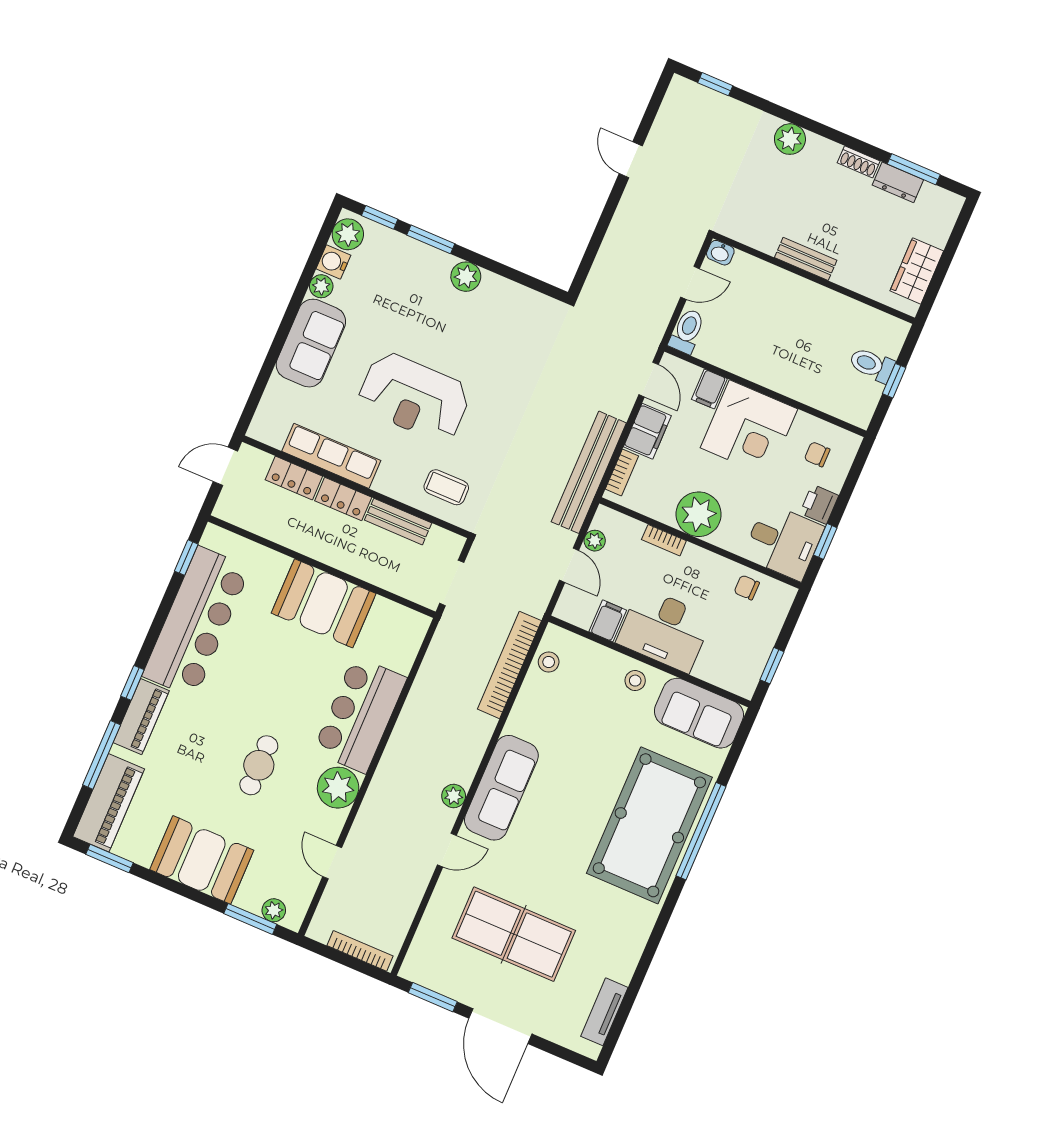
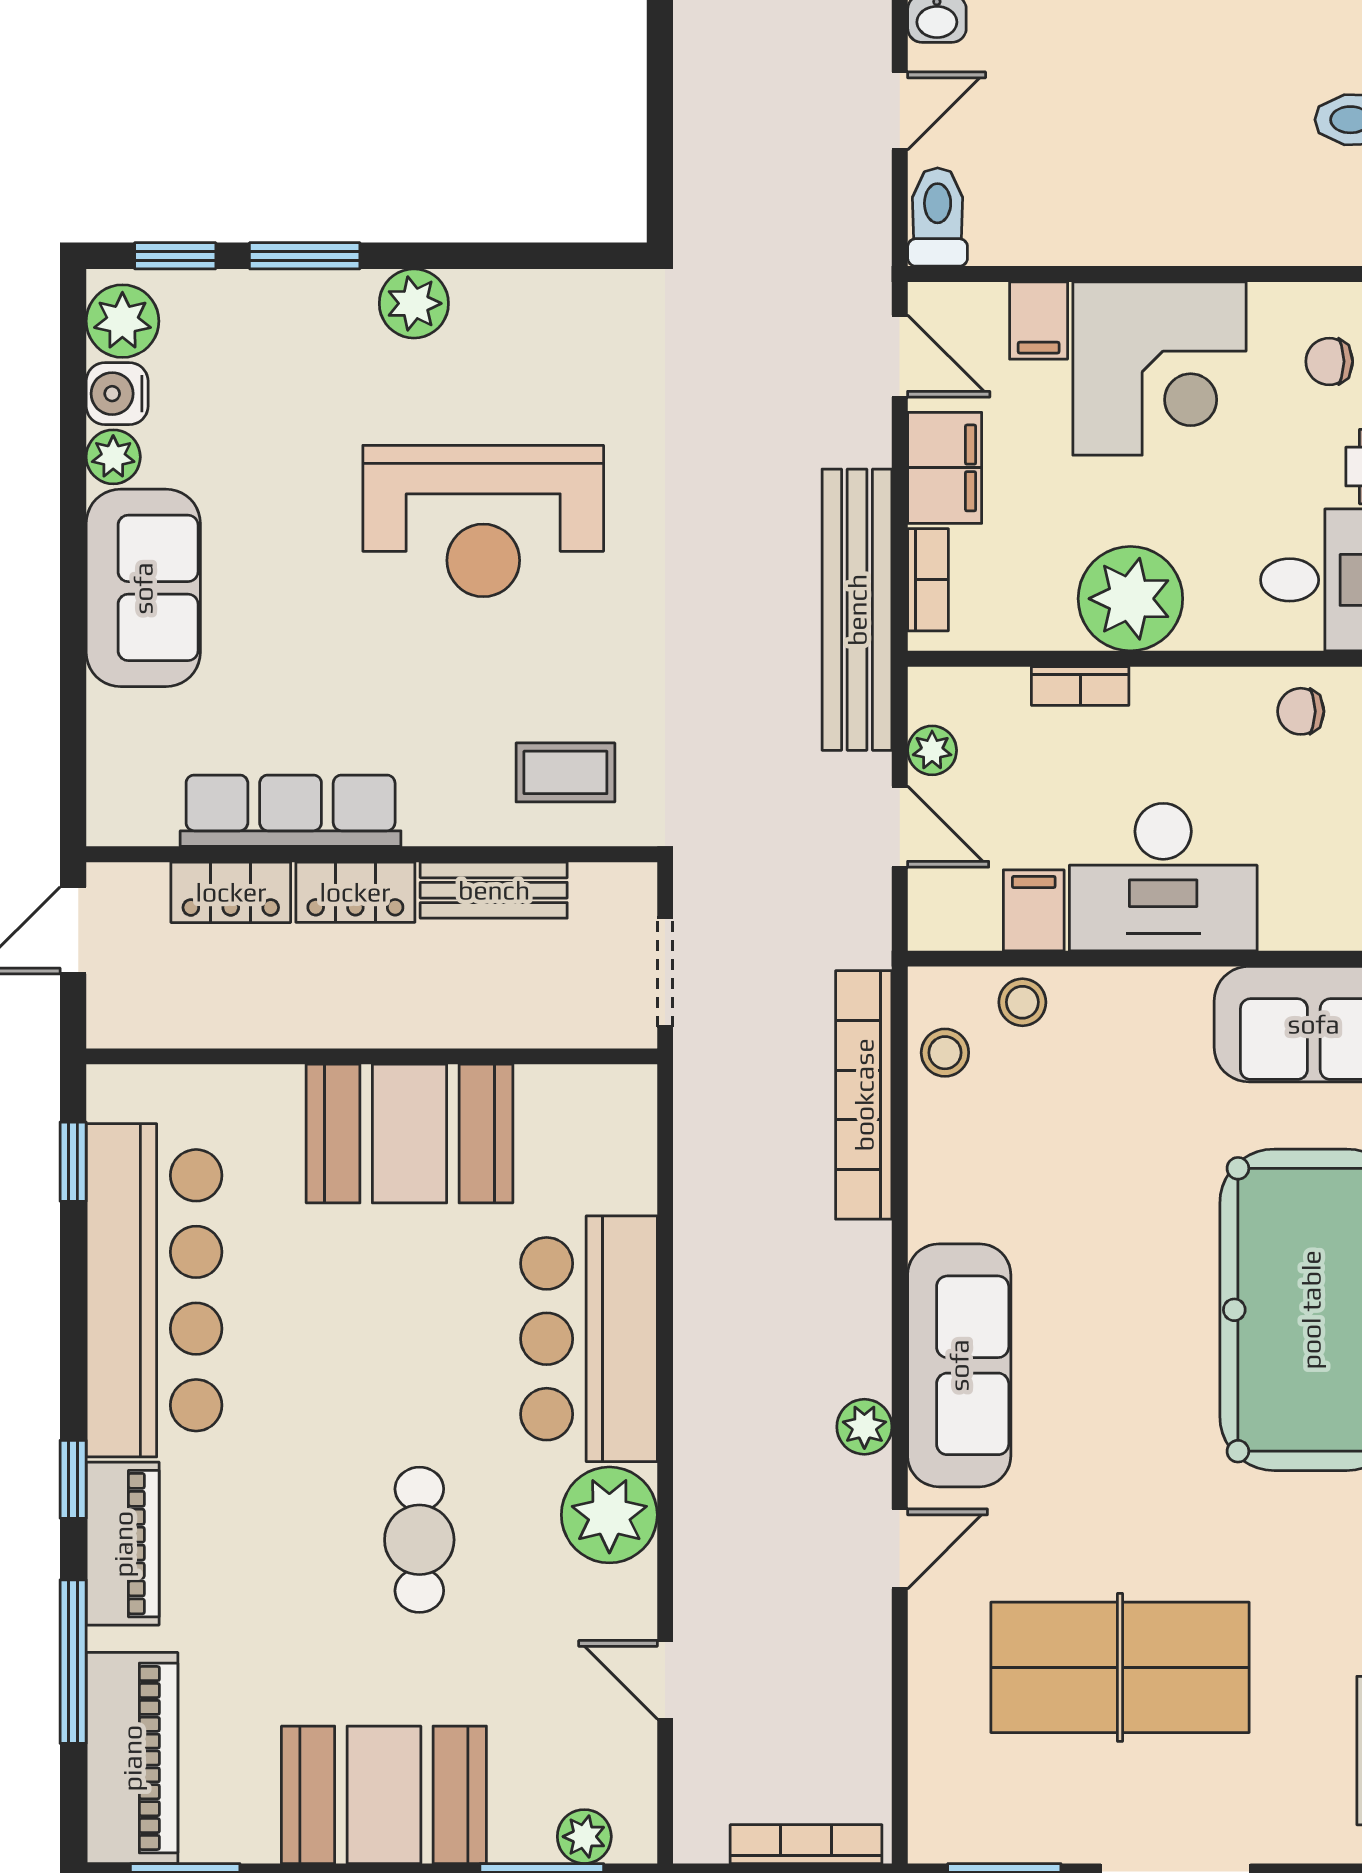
reception desk: (414, 397) -> (483, 521), moved
stool: (635, 681) -> (1022, 1002), moved

